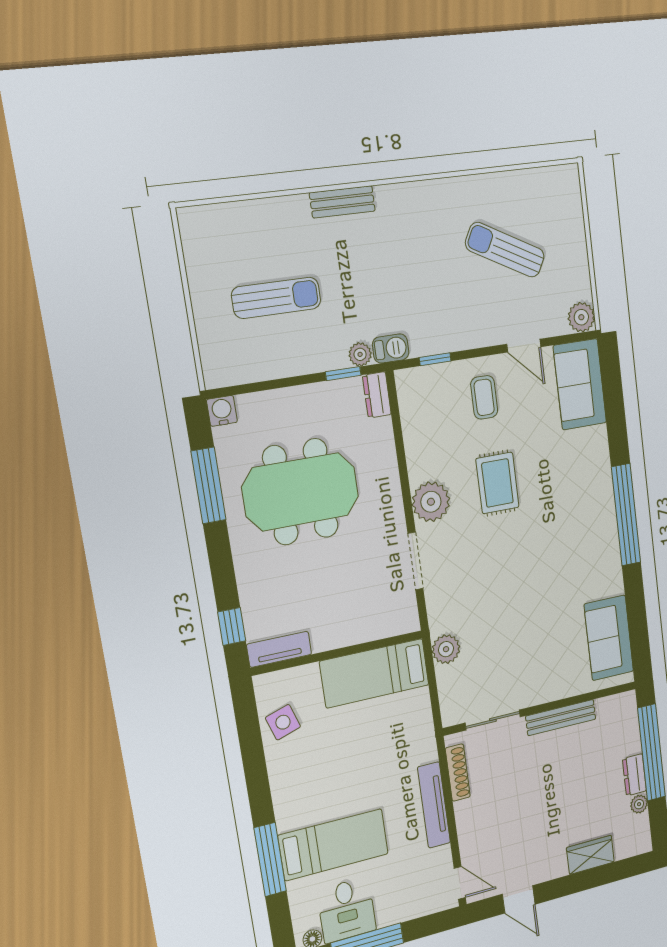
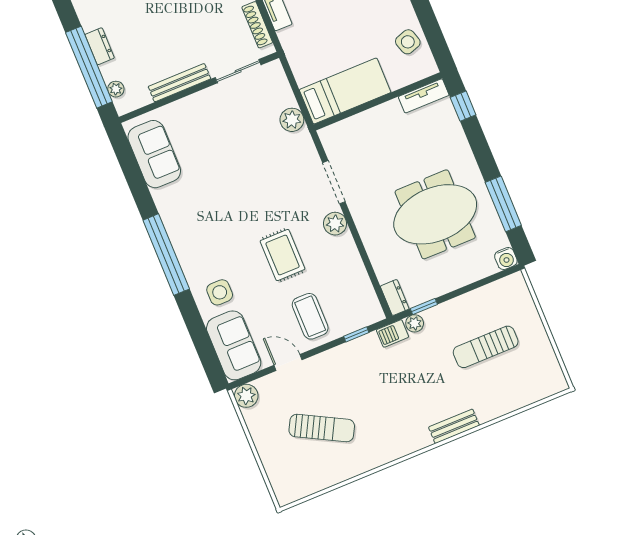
coffee table: (484, 397) -> (310, 316), width x1.36, depth x1.30
side table: (579, 454) -> (220, 292), added
plant: (431, 502) -> (335, 224), width x0.73, depth x0.73
plant: (639, 804) -> (116, 89), moved

